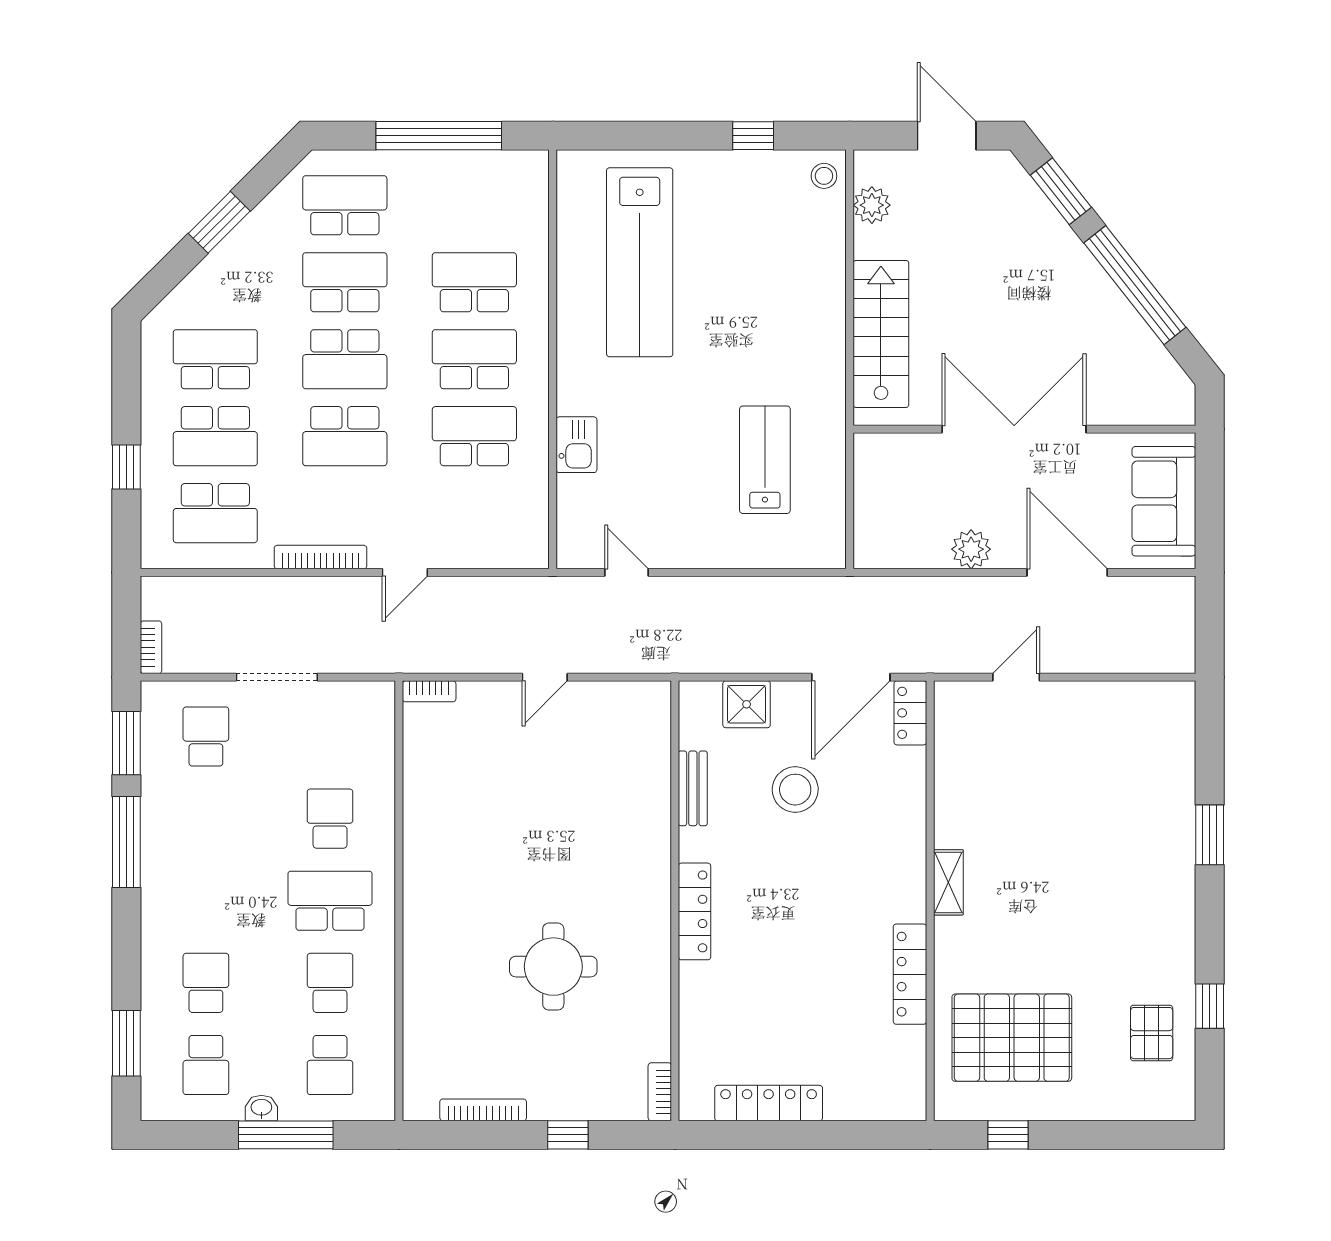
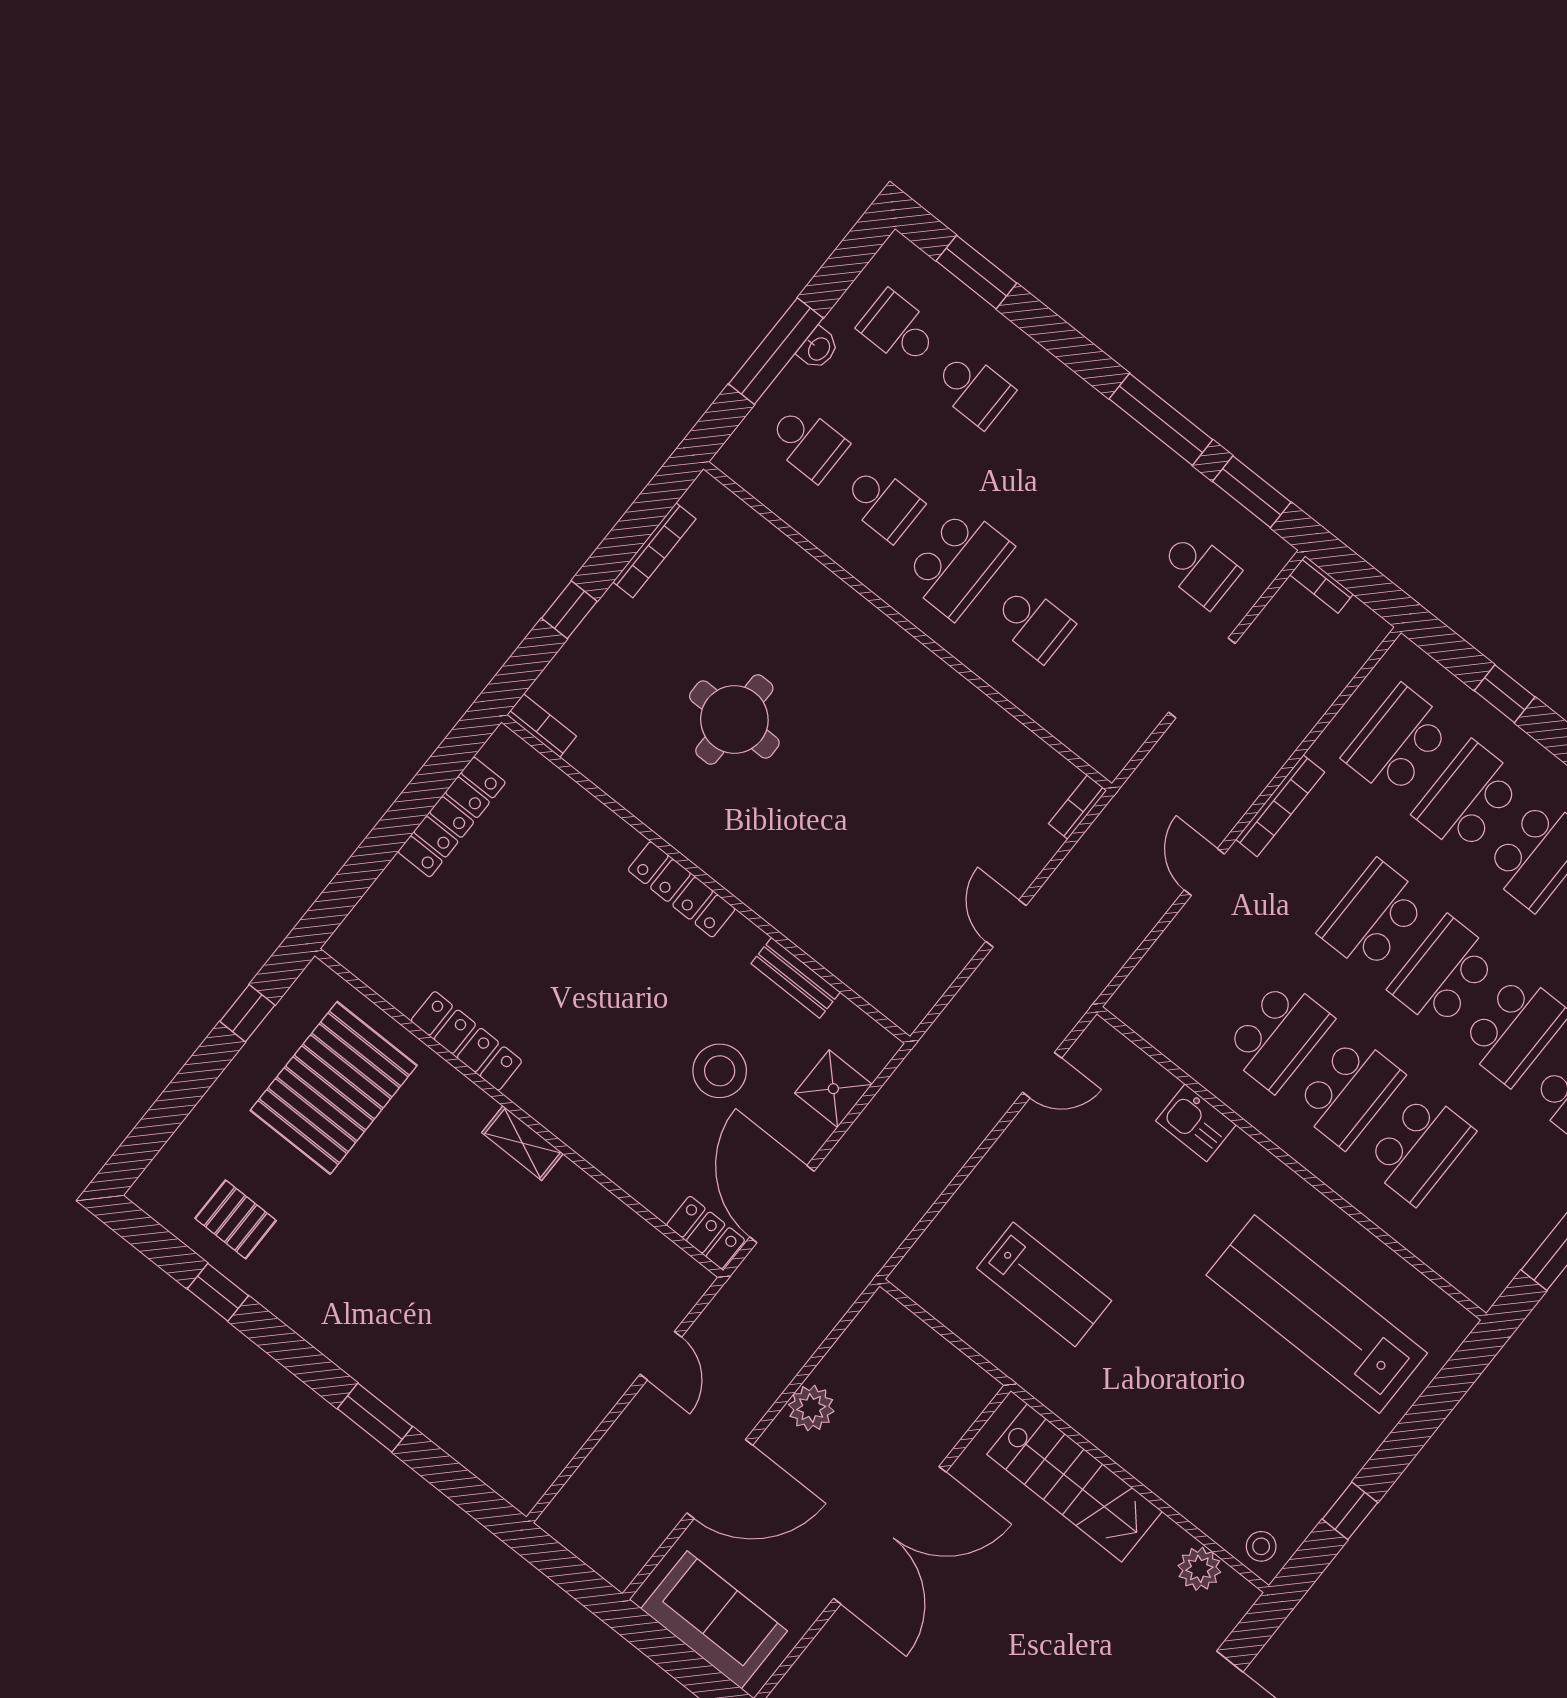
school desk: (330, 1065) -> (808, 443), turned 180

